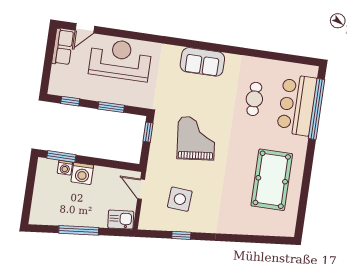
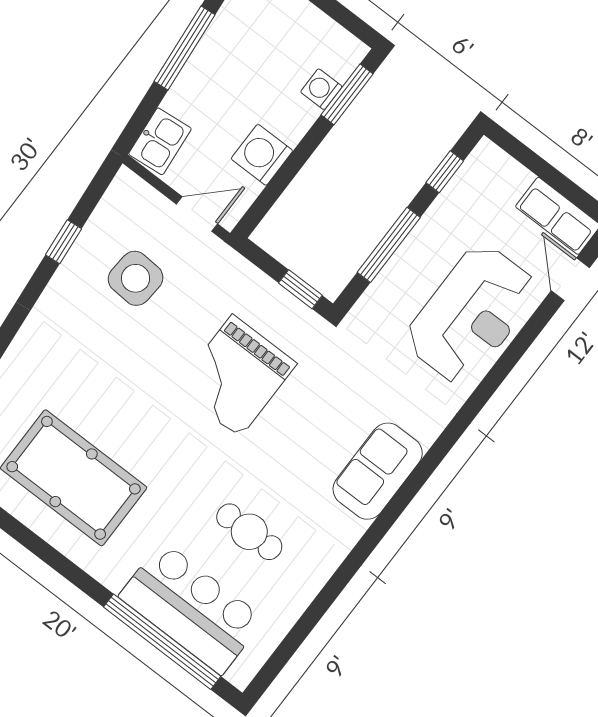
window: (111, 107) -> (389, 245), width x1.44
grand piano: (196, 138) -> (236, 376), turned 96
washing machine: (82, 174) -> (262, 155), moved

